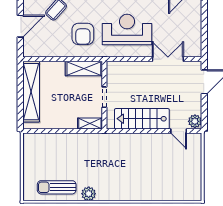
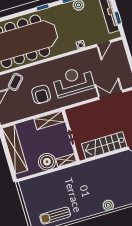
boiler: (66, 118) -> (47, 162), added
plant: (89, 194) -> (108, 205), moved

